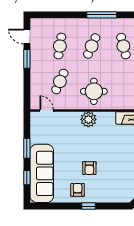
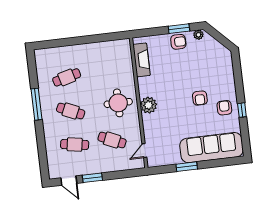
door: (27, 37) -> (69, 181), hinge flipped
armchair: (89, 168) -> (200, 98), turned 90
window: (27, 178) -> (218, 163), removed
armchair: (78, 190) -> (224, 108), turned 90
window: (89, 206) -> (242, 110), moved

